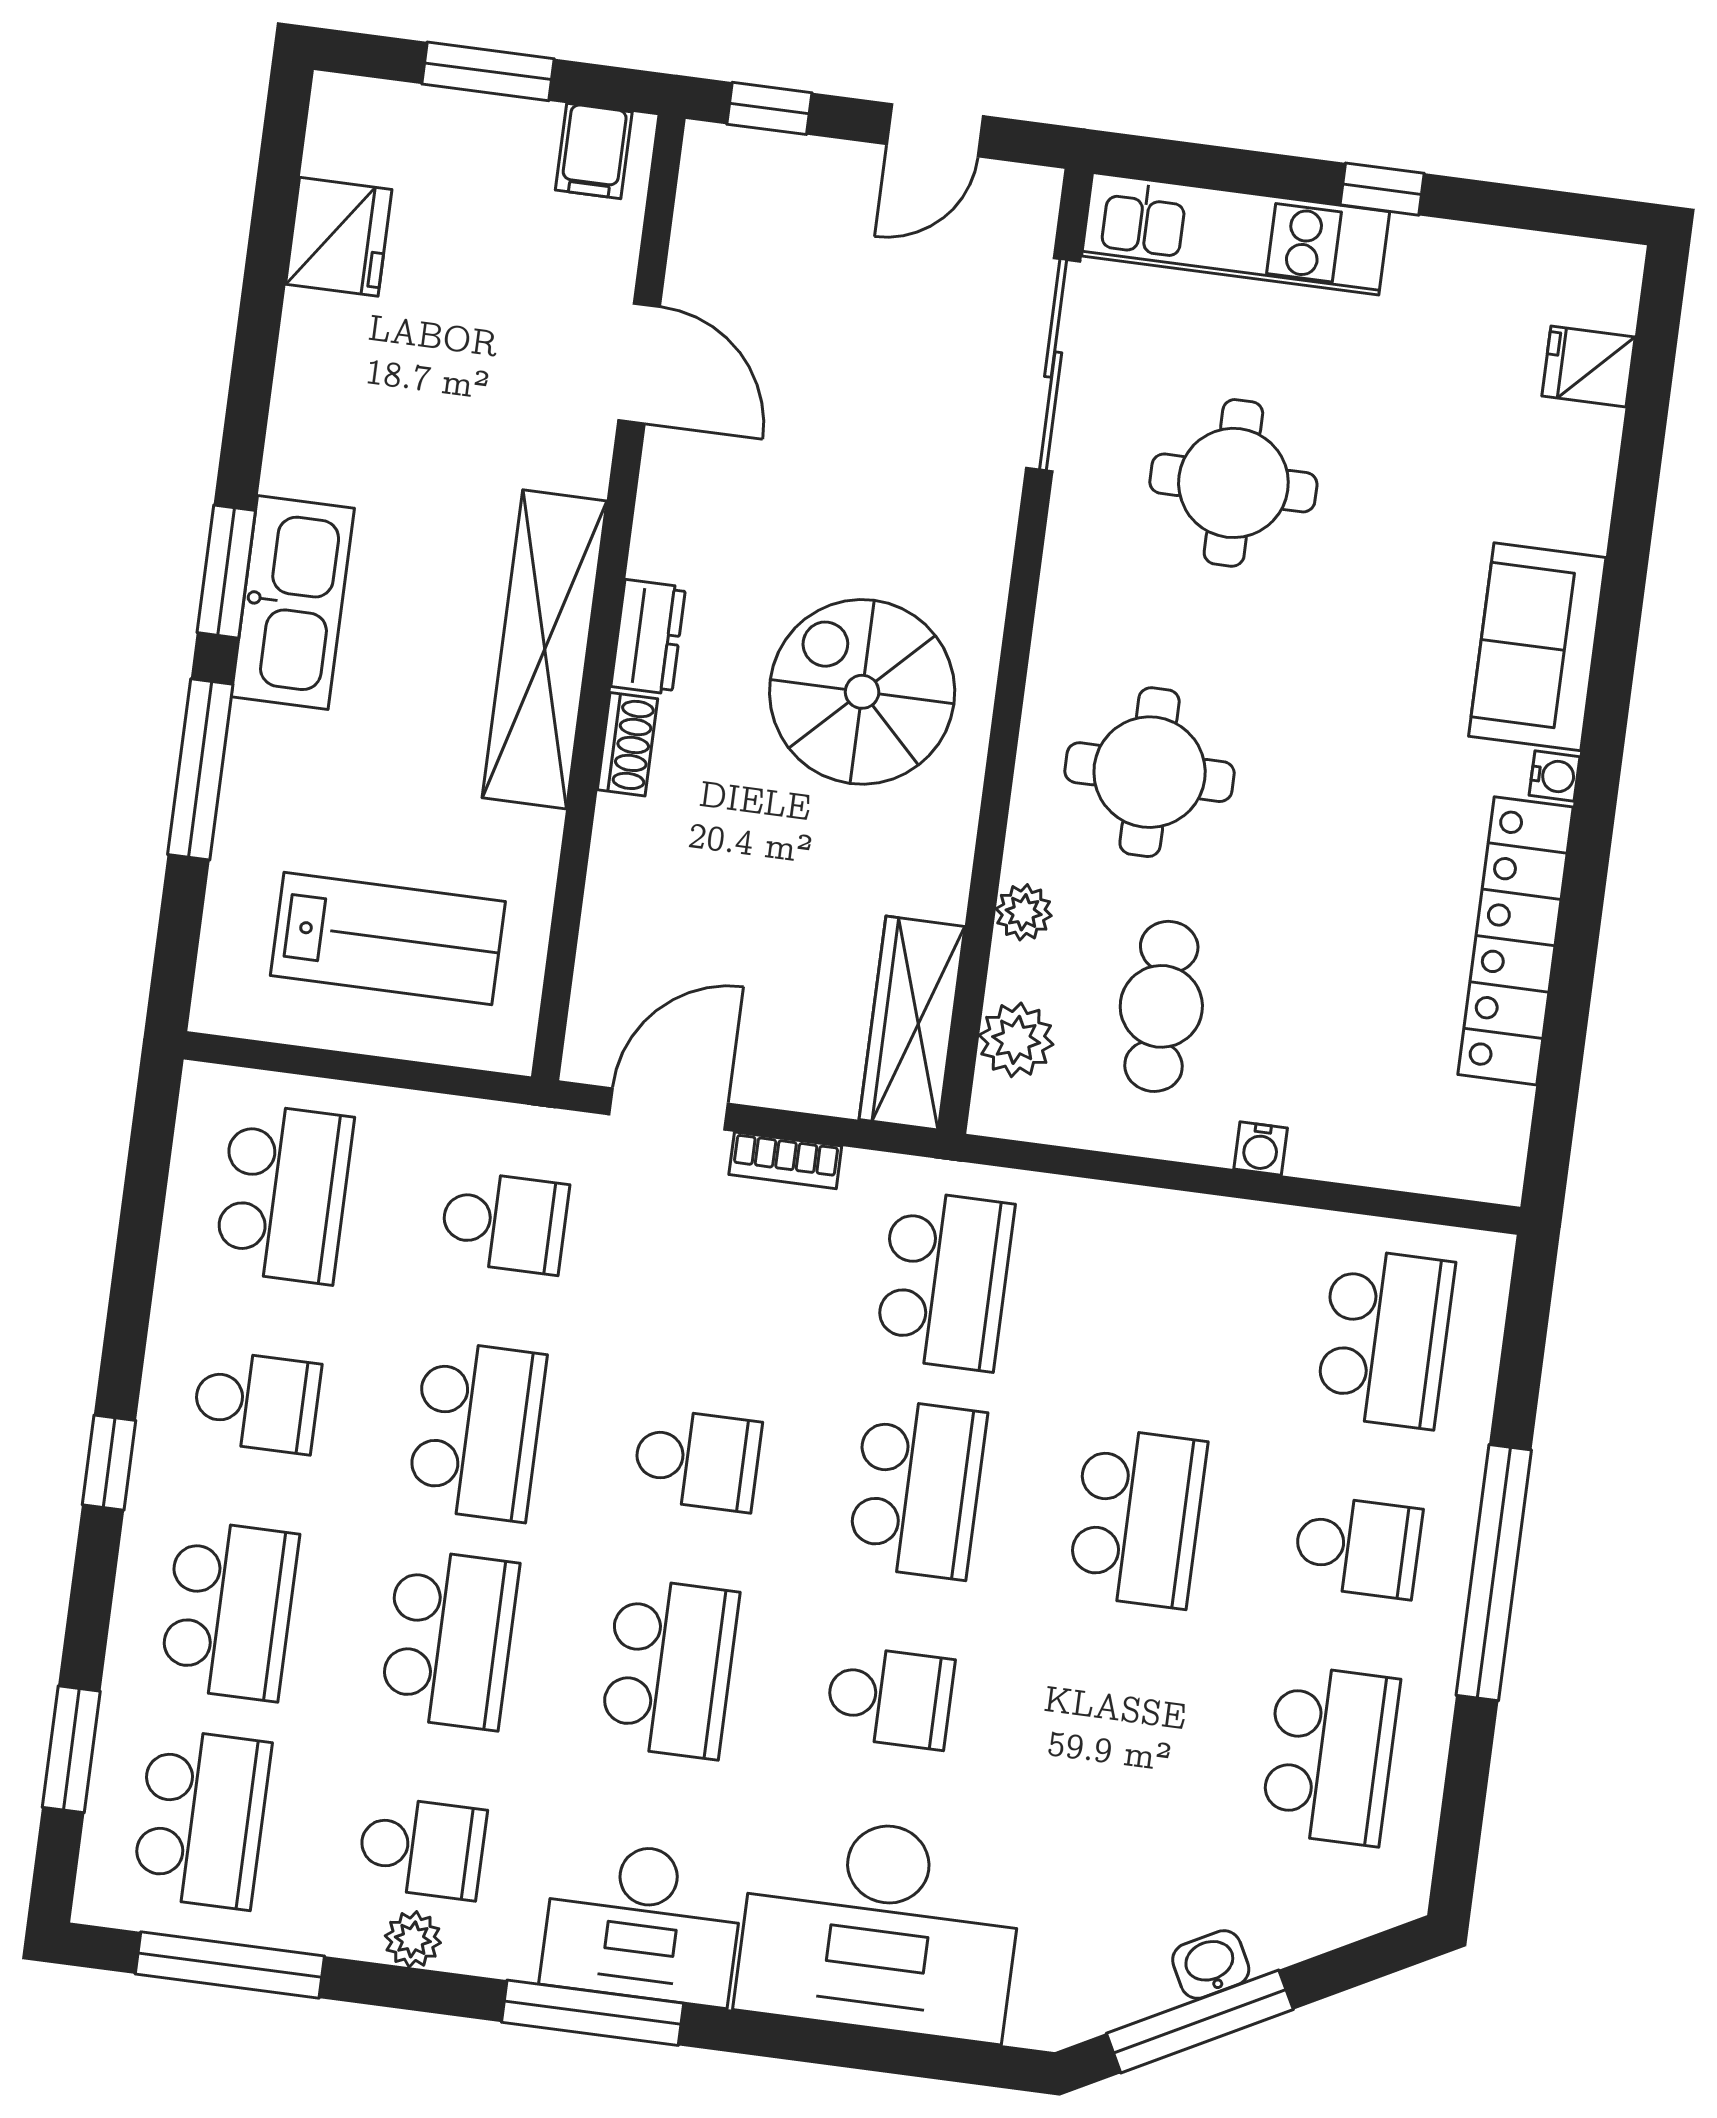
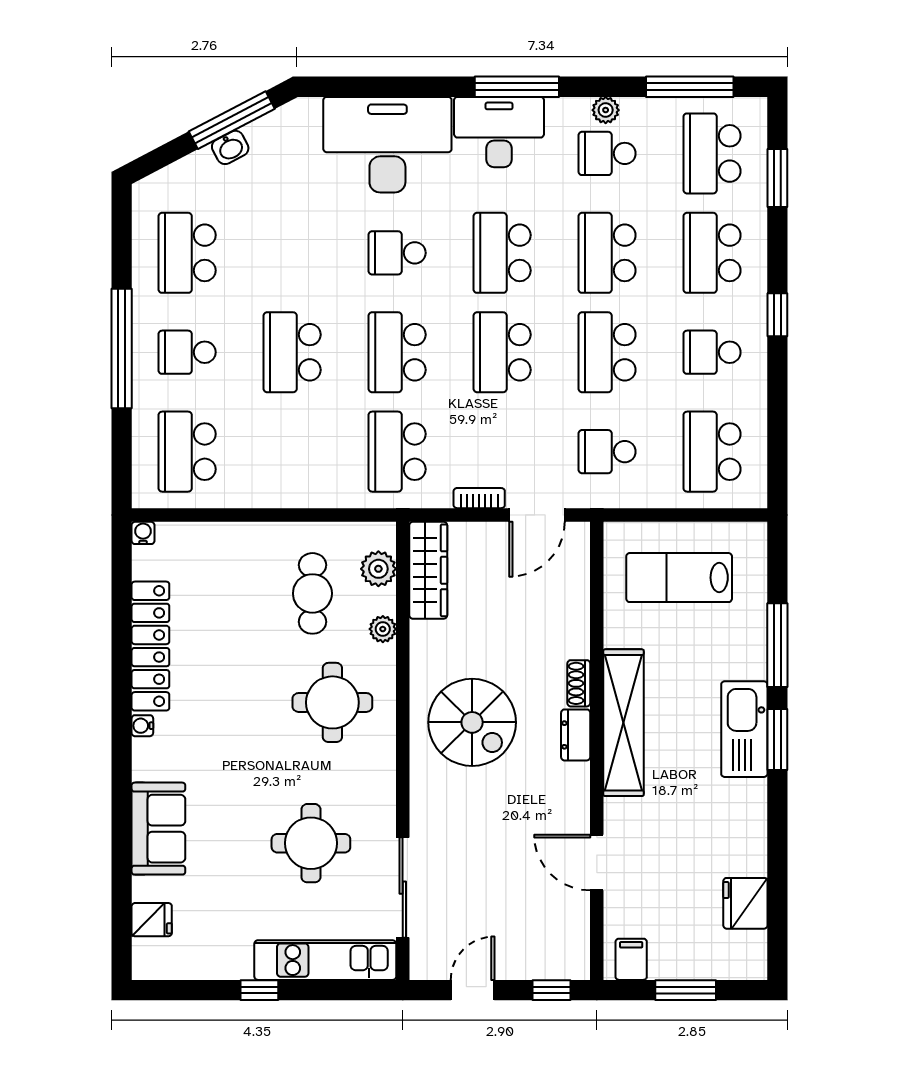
sofa: (1537, 647) -> (158, 829), moved
water cooler: (1261, 1148) -> (143, 533), moved
school desk: (697, 1460) -> (502, 352), width x1.85

